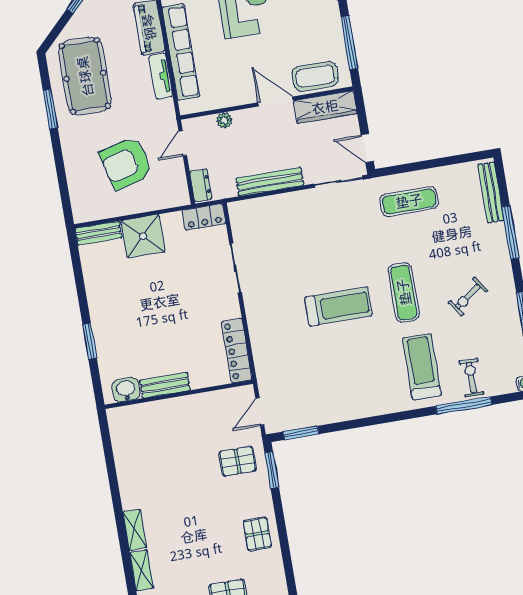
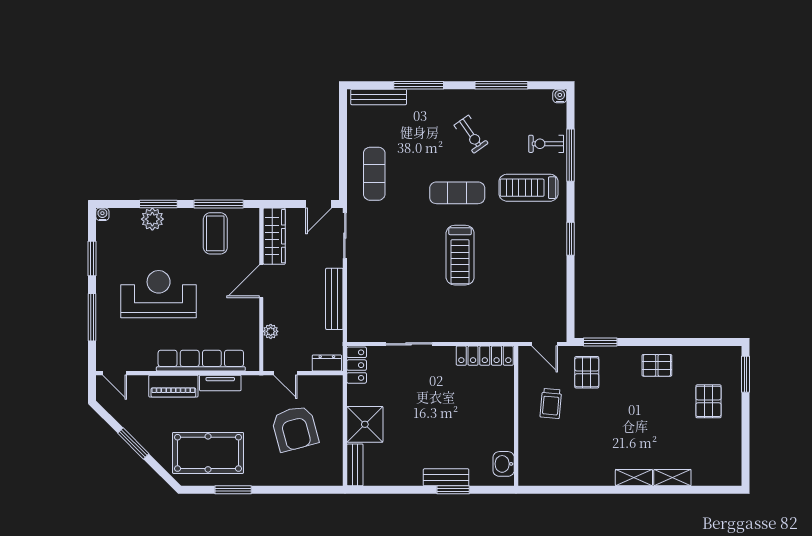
coffee table: (315, 76) -> (215, 233), moved
treadmill: (338, 307) -> (460, 255), turned 180
bench: (165, 385) -> (446, 477), moved, turned 90
trolley: (198, 429) -> (551, 404), added
window: (301, 433) -> (571, 239), moved

